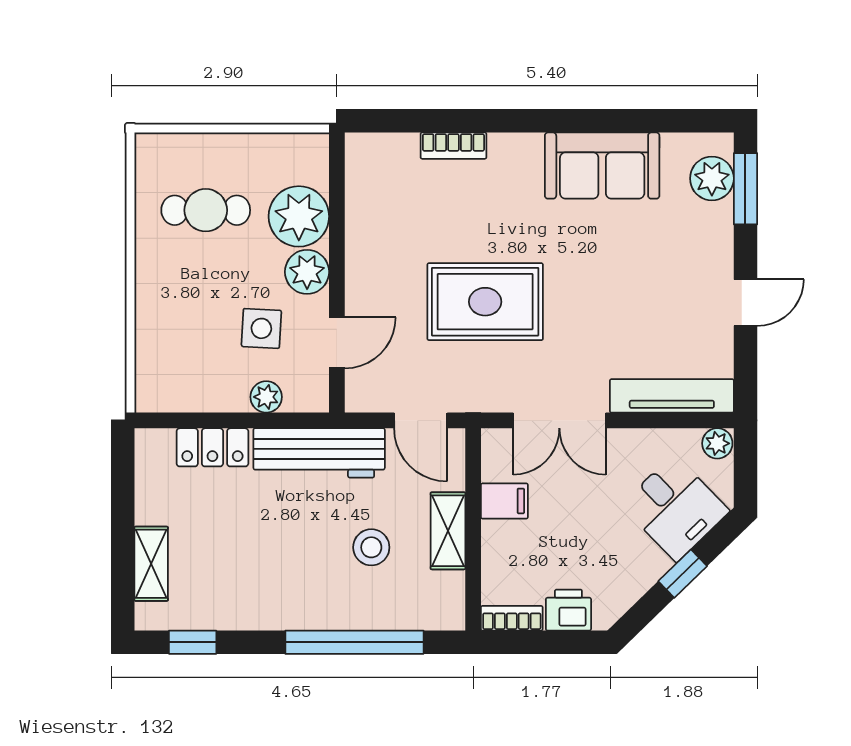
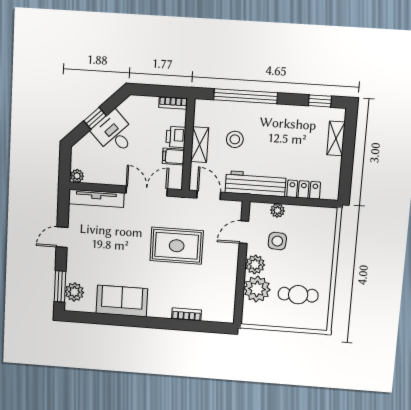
desk: (675, 508) -> (114, 133), moved
printer: (568, 610) -> (176, 137), moved, turned 90

